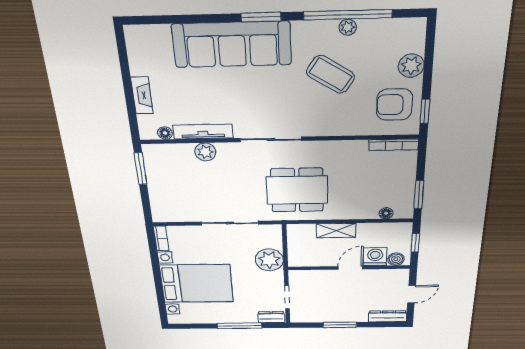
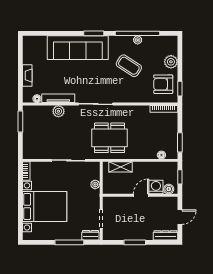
shelving: (336, 231) -> (120, 167), moved
plant: (269, 260) -> (95, 184), width x0.53, depth x0.53

